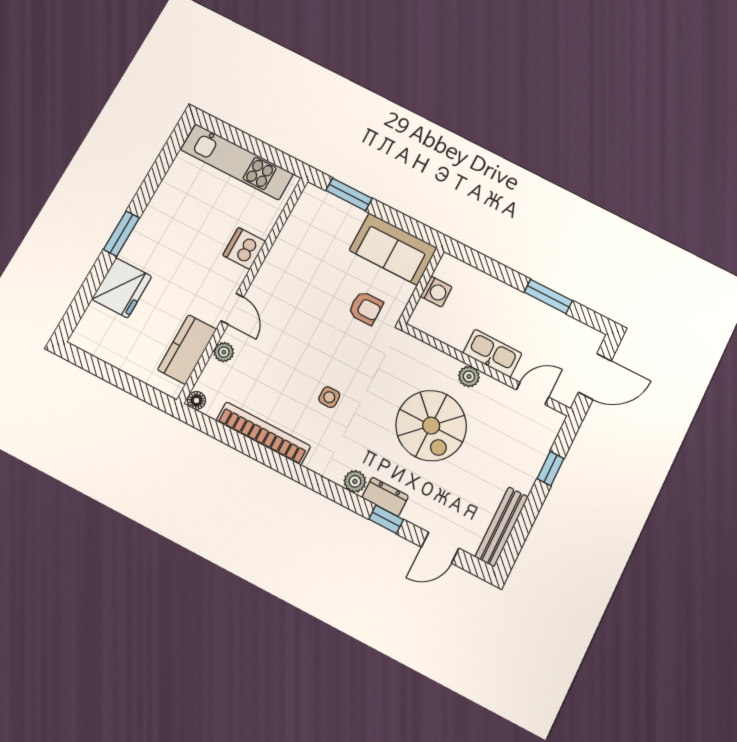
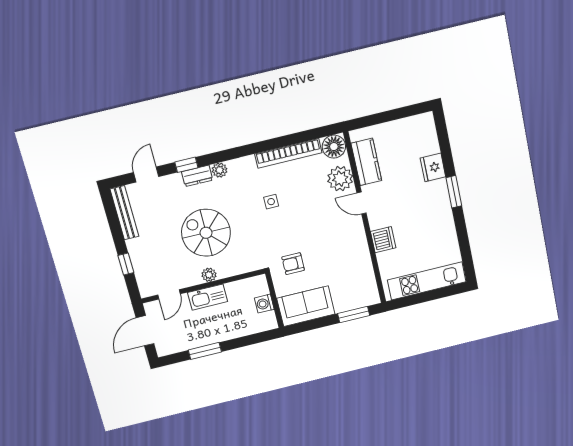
fridge: (122, 288) -> (433, 167), width x0.73, depth x0.75
plant: (224, 352) -> (340, 179), width x1.88, depth x1.88
floor lamp: (196, 400) -> (334, 147), width x1.89, depth x1.89

